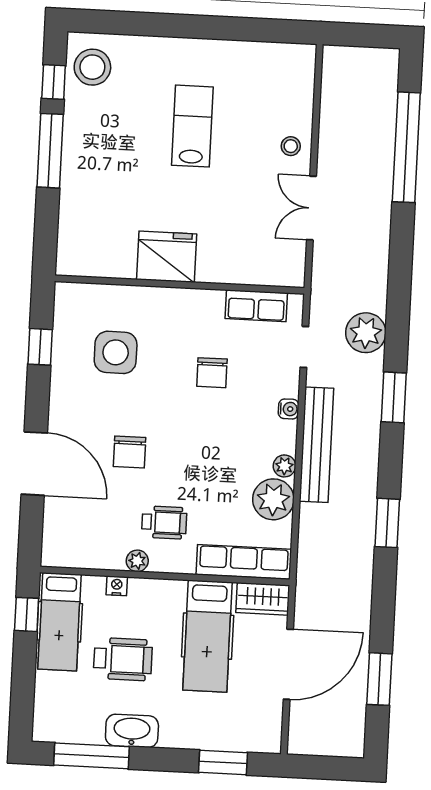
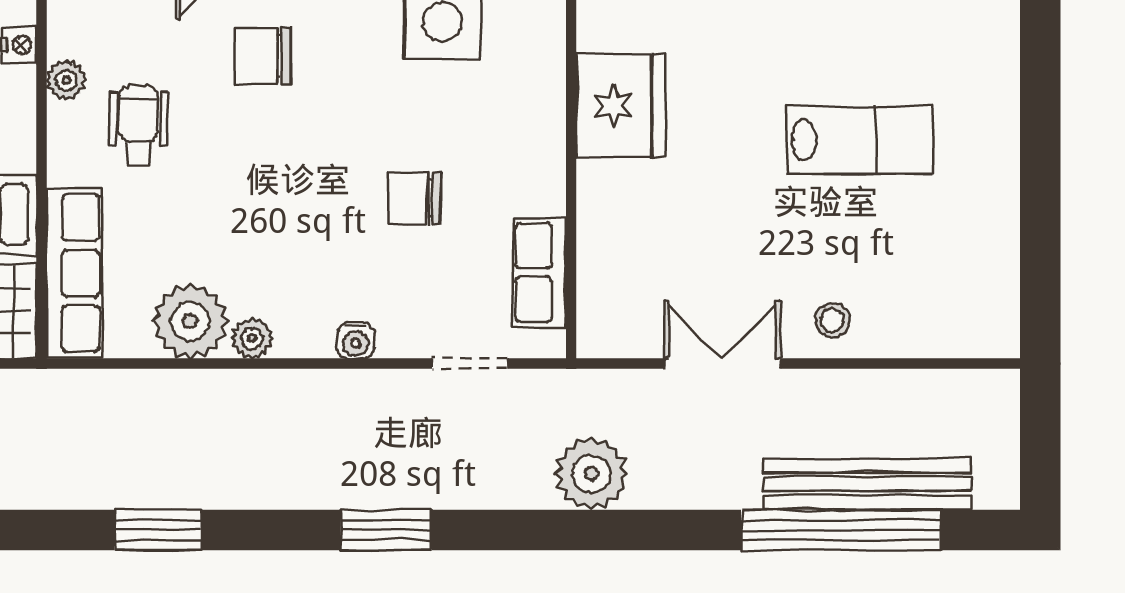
plant: (366, 333) -> (591, 474), moved
bench: (317, 445) -> (867, 484), moved
wheelchair: (164, 522) -> (138, 125), turned 180

